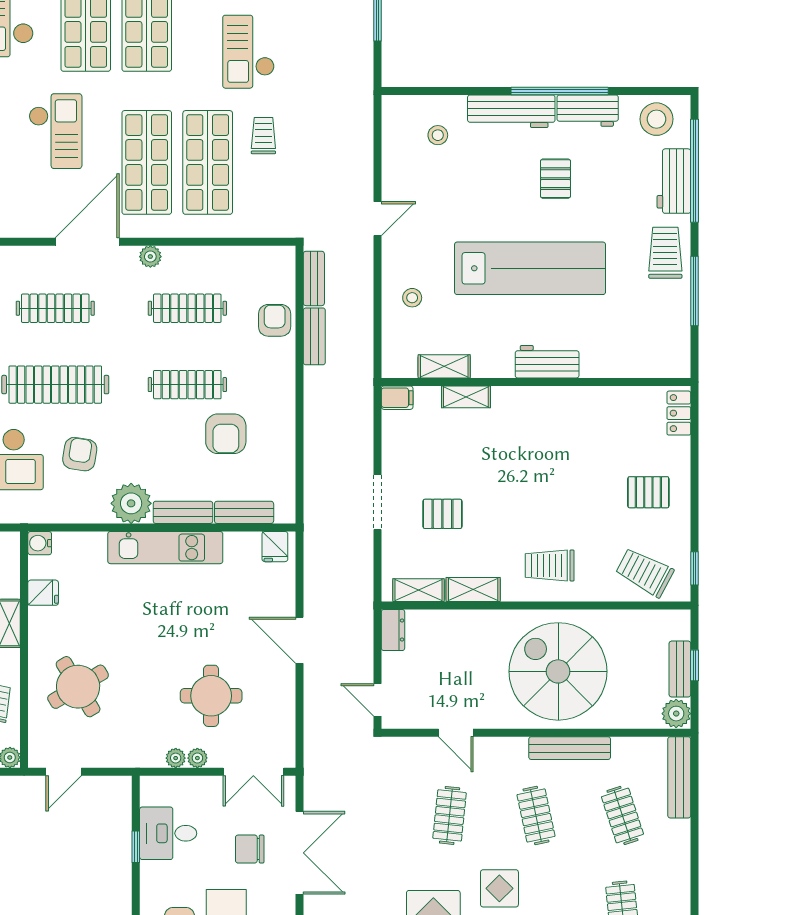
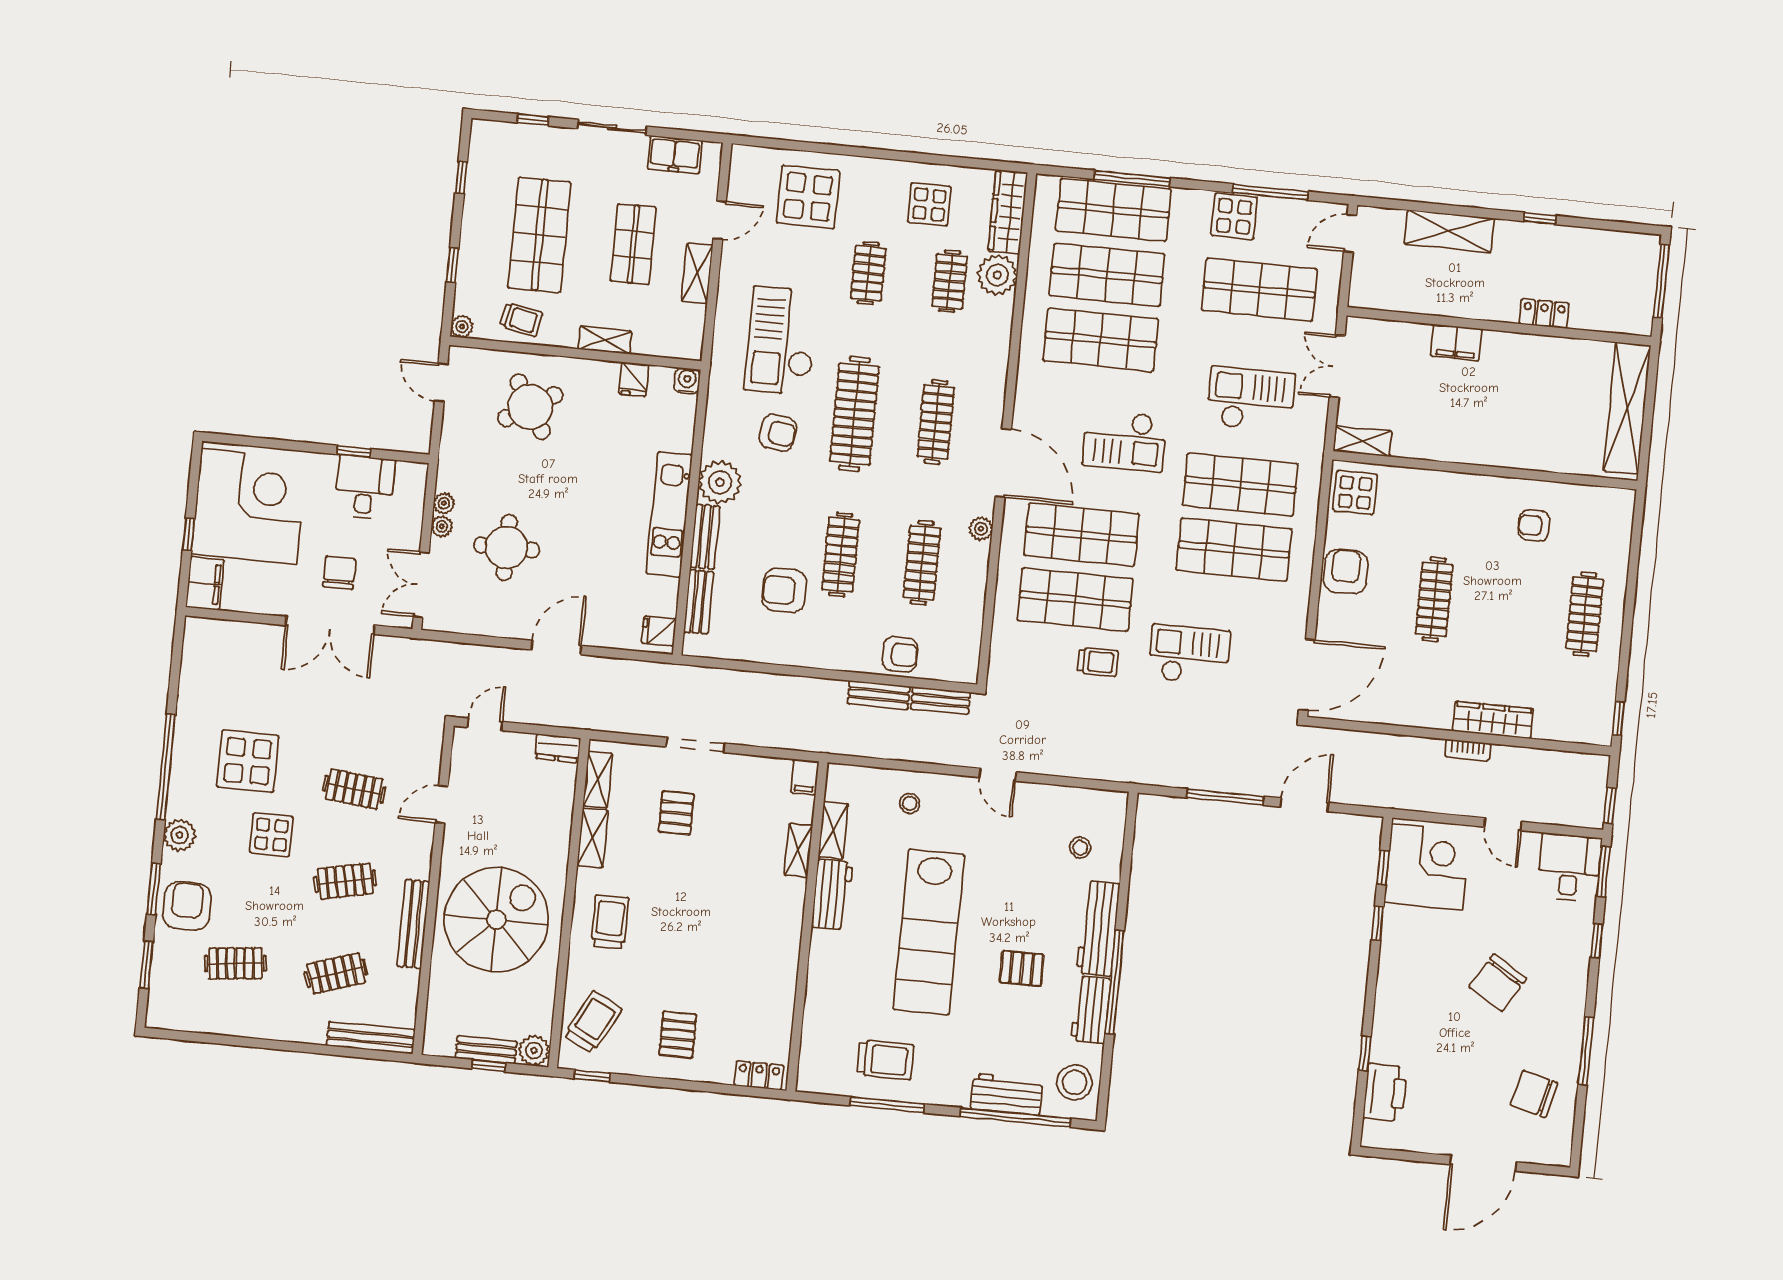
trolley: (665, 253) -> (885, 1060), moved
workbench: (547, 362) -> (832, 895), moved
plant: (676, 714) -> (534, 1051), moved

